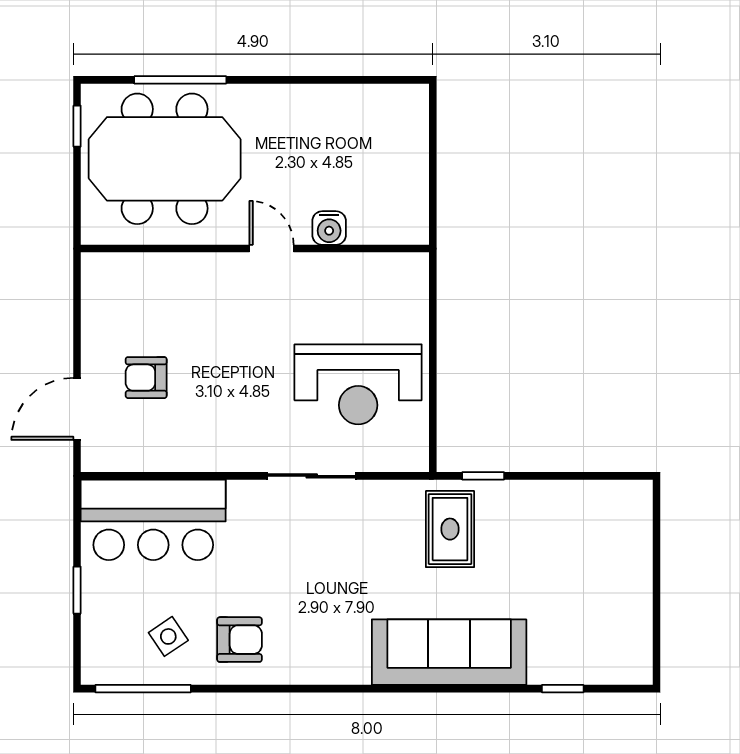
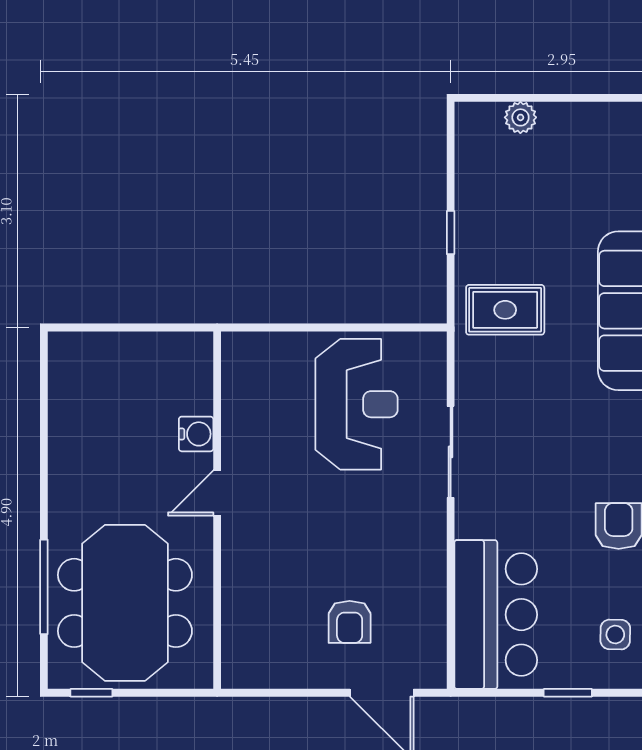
window: (483, 476) -> (451, 233), moved
plant: (637, 544) -> (520, 117), added
side table: (168, 636) -> (615, 635), moved, turned 35

